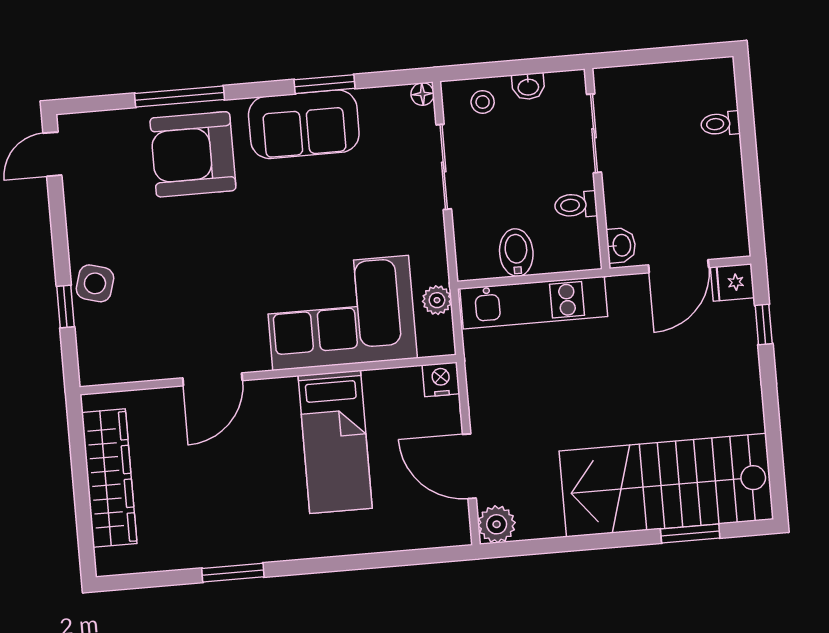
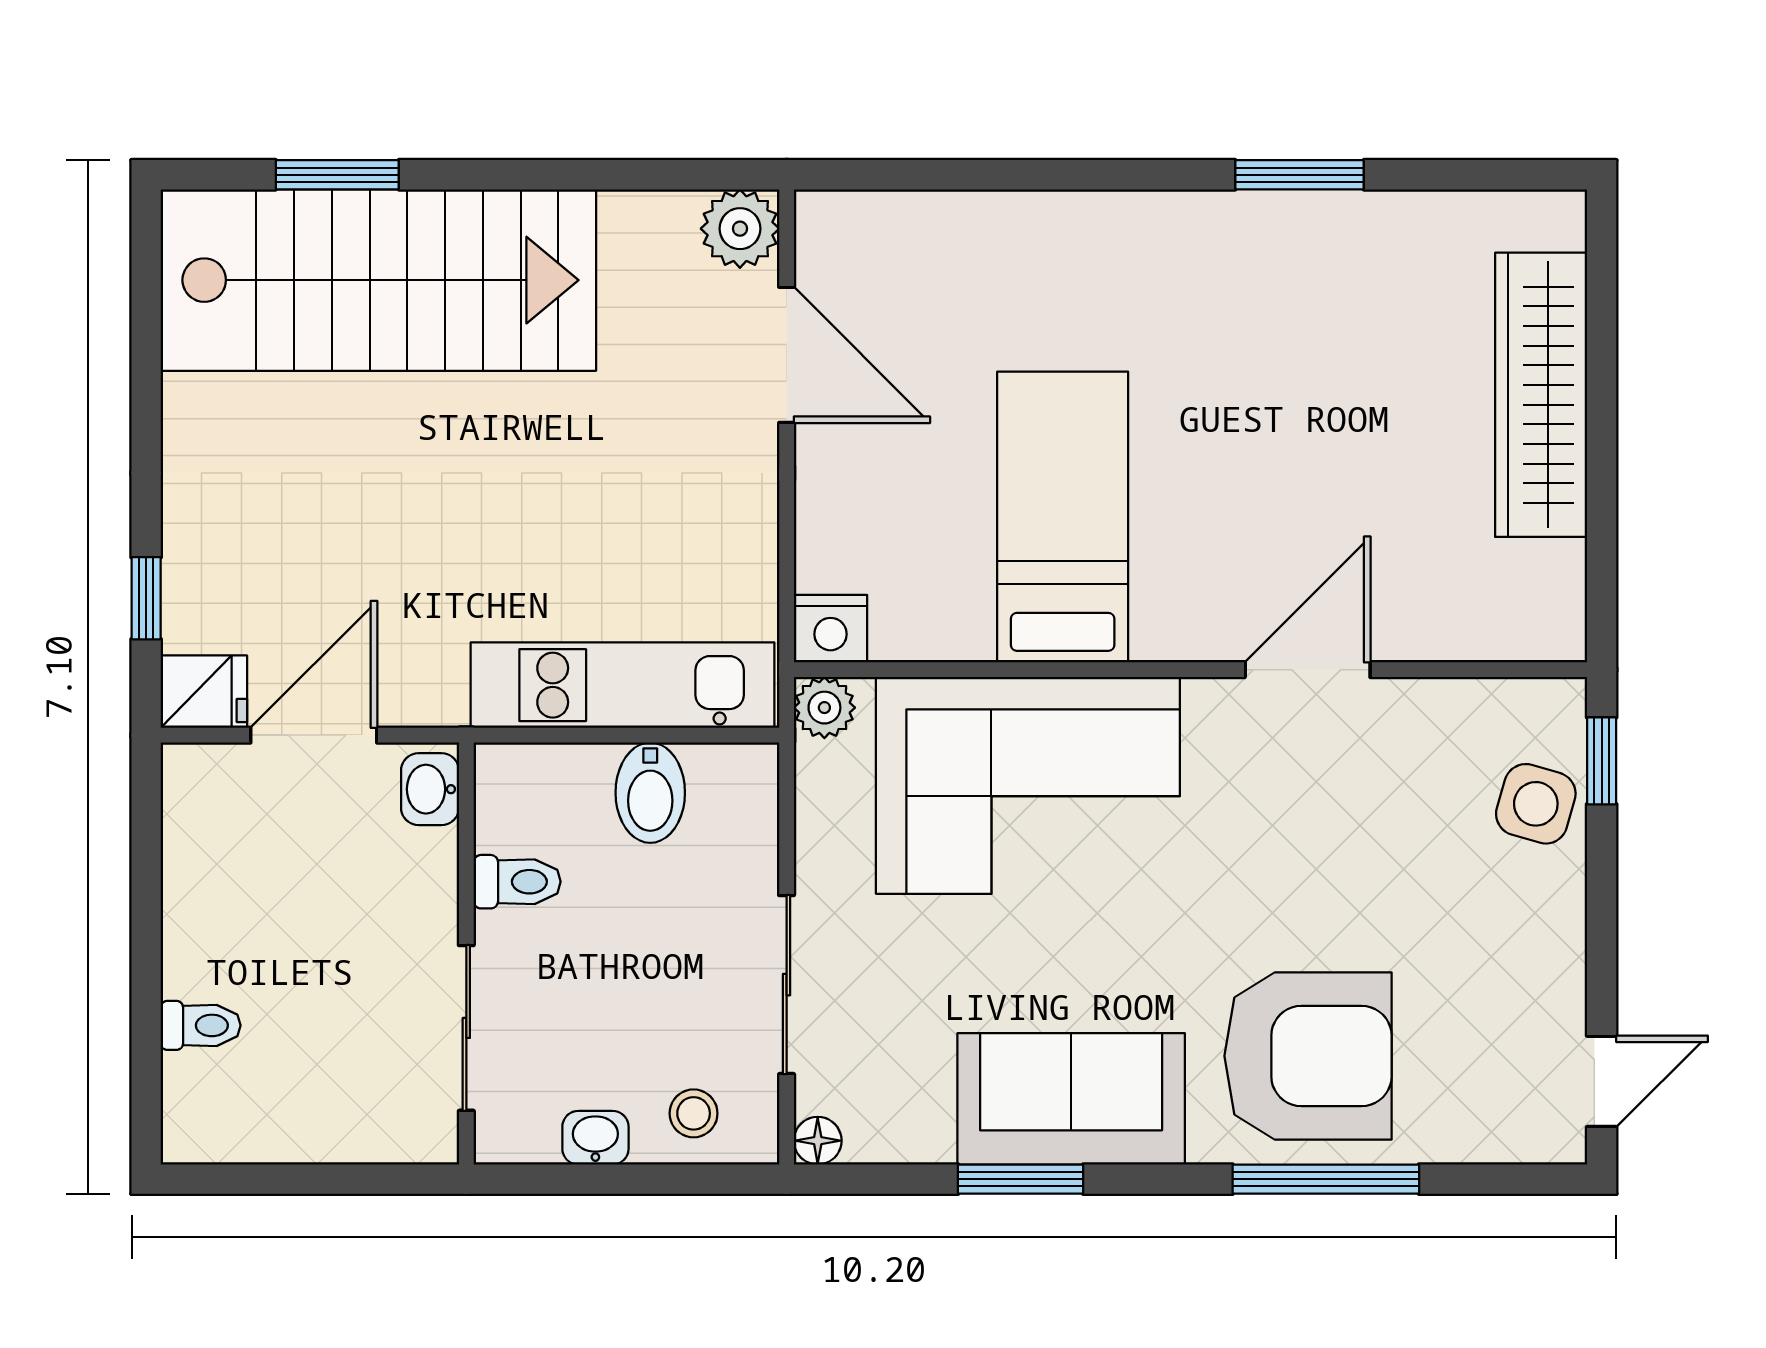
corner sofa: (341, 313) -> (1028, 785), moved
wall: (268, 375) -> (1190, 670), moved
door: (212, 379) -> (1308, 670), moved
nightstand: (441, 379) -> (830, 629), moved
bed: (335, 442) -> (1063, 517), moved

